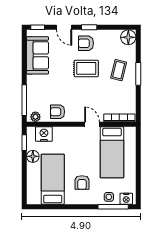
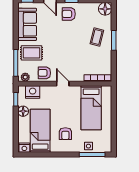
rug: (86, 68) -> (31, 53), moved
door: (92, 124) -> (63, 84), moved
nightstand: (126, 199) -> (24, 148), moved

